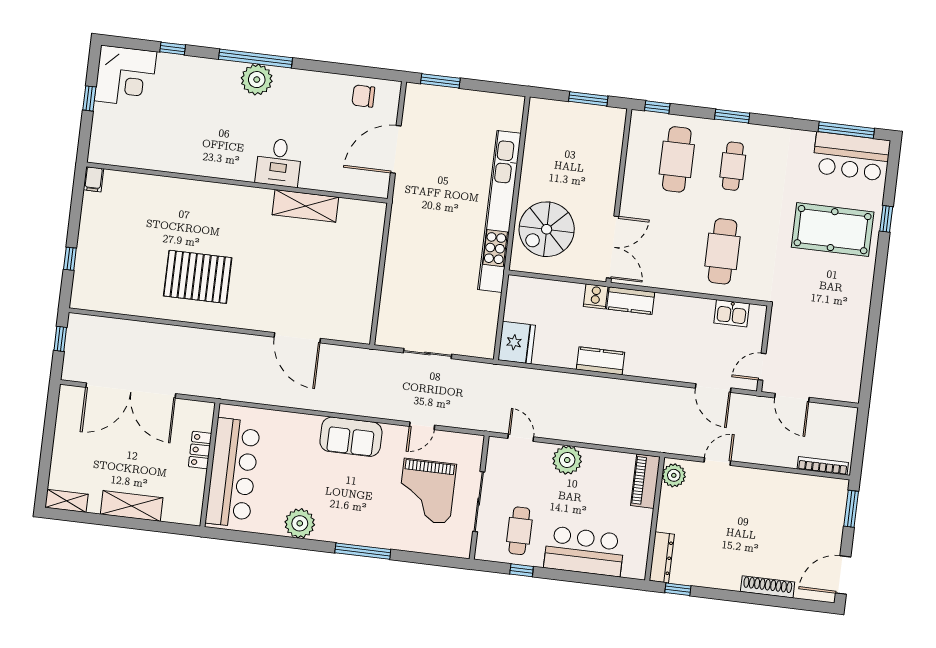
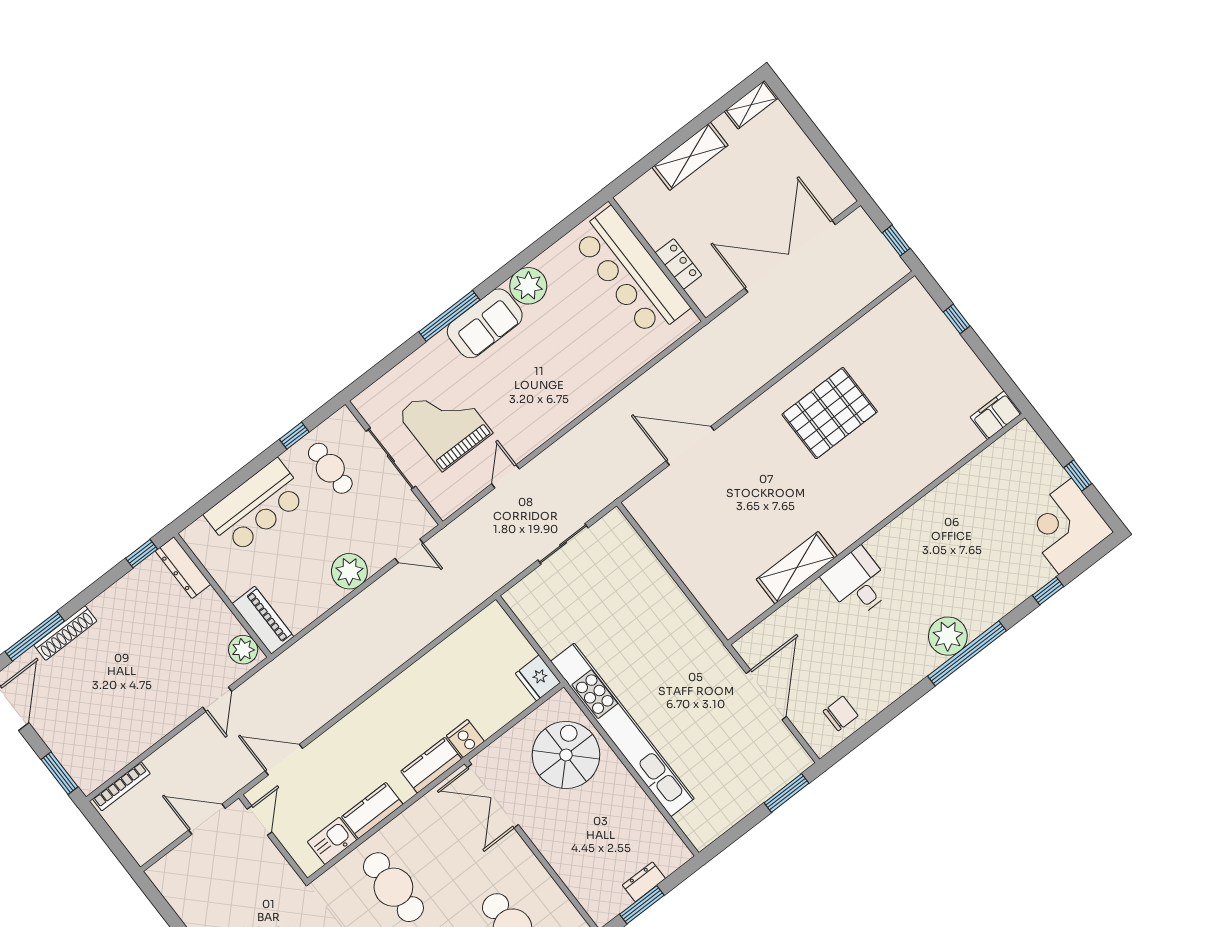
dresser: (574, 111) -> (644, 882), added
filing cabinet: (93, 179) -> (996, 415), width x2.00
fridge: (517, 343) -> (538, 678), moved, width x0.73, depth x0.75
kitchen counter: (600, 361) -> (372, 811), moved, turned 180
sofa: (351, 437) -> (485, 323), moved, turned 180
window: (787, 602) -> (35, 636), added

